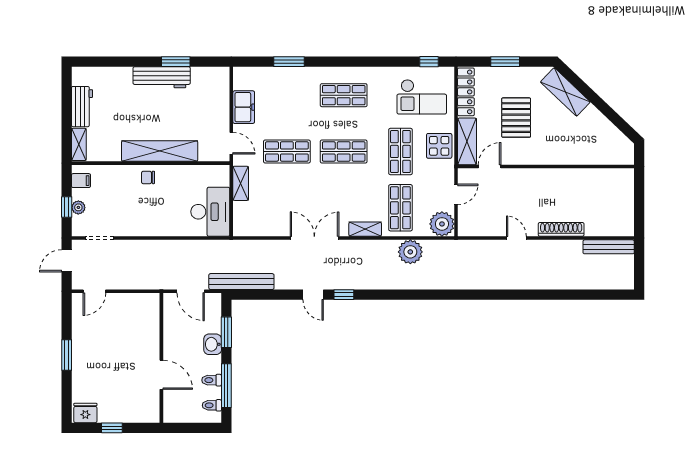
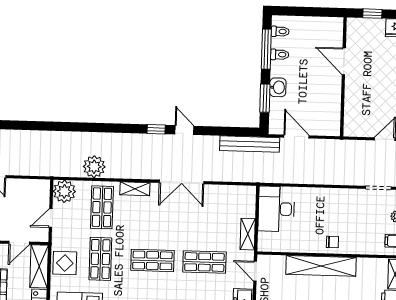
wall: (161, 358) -> (343, 77), moved
door: (161, 375) -> (344, 61), moved

